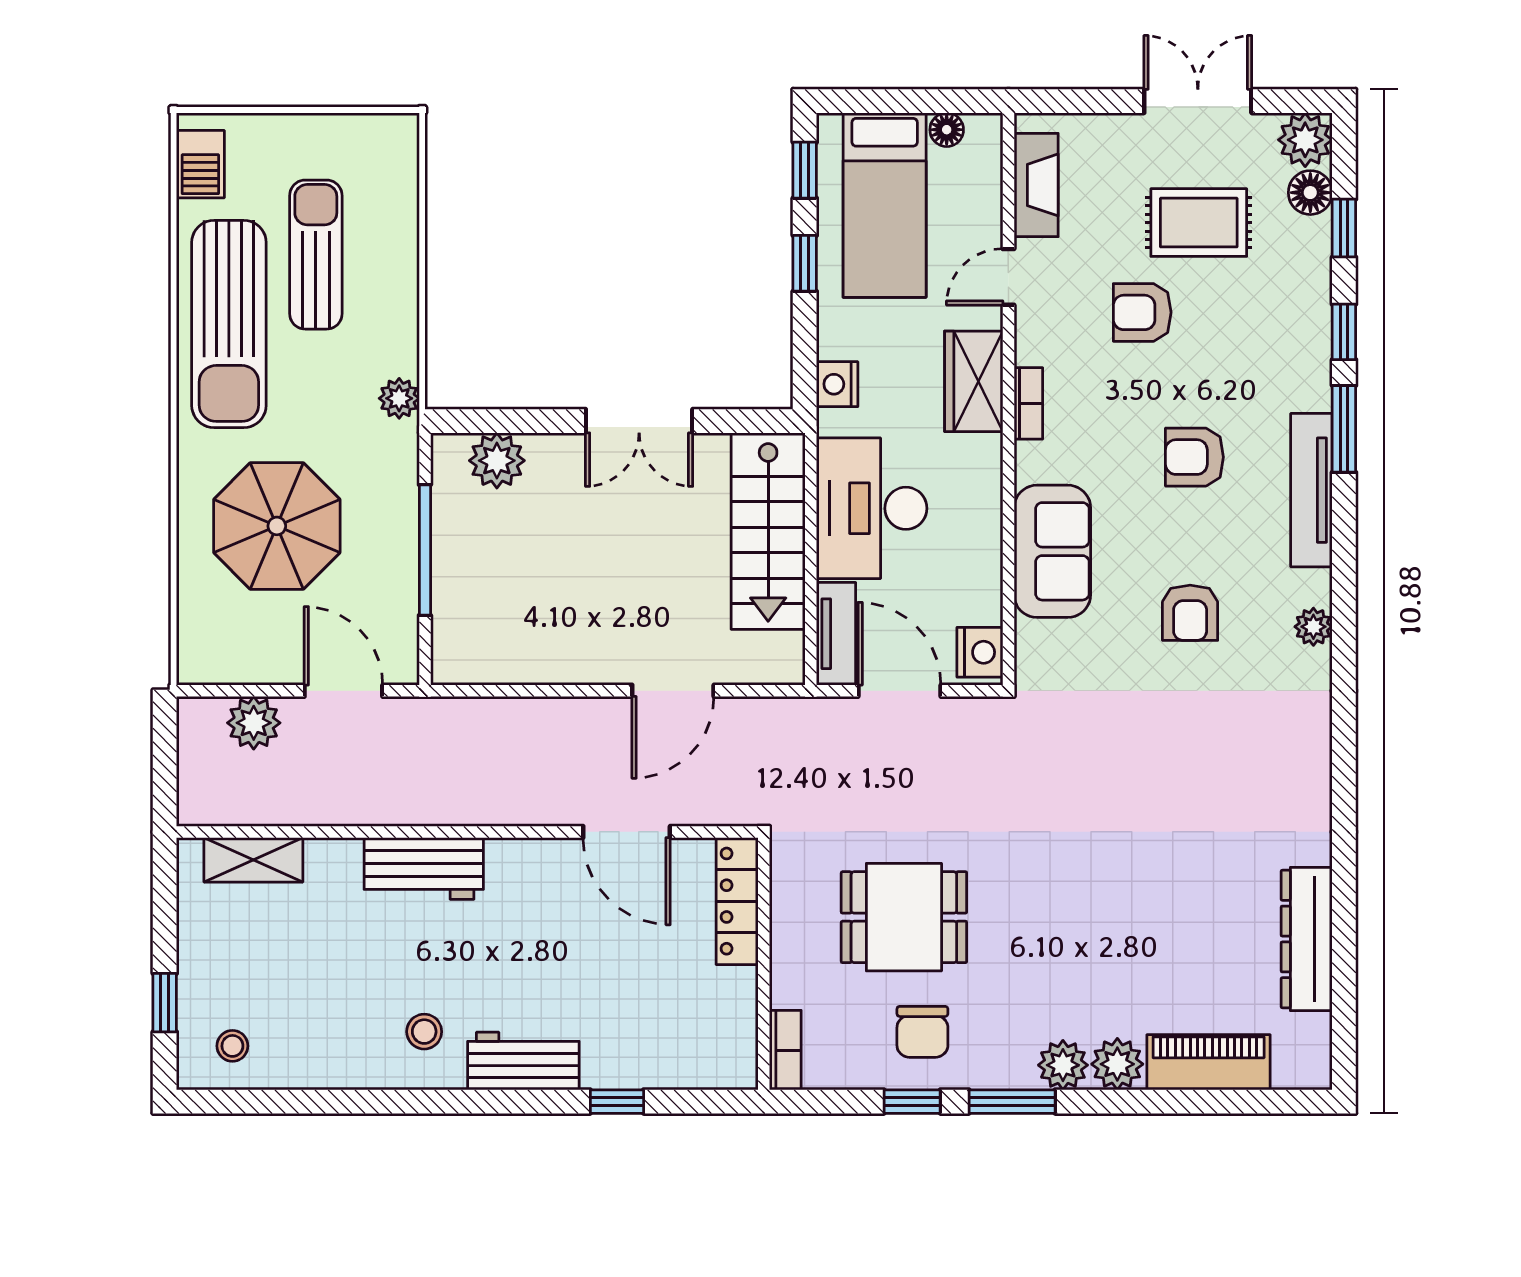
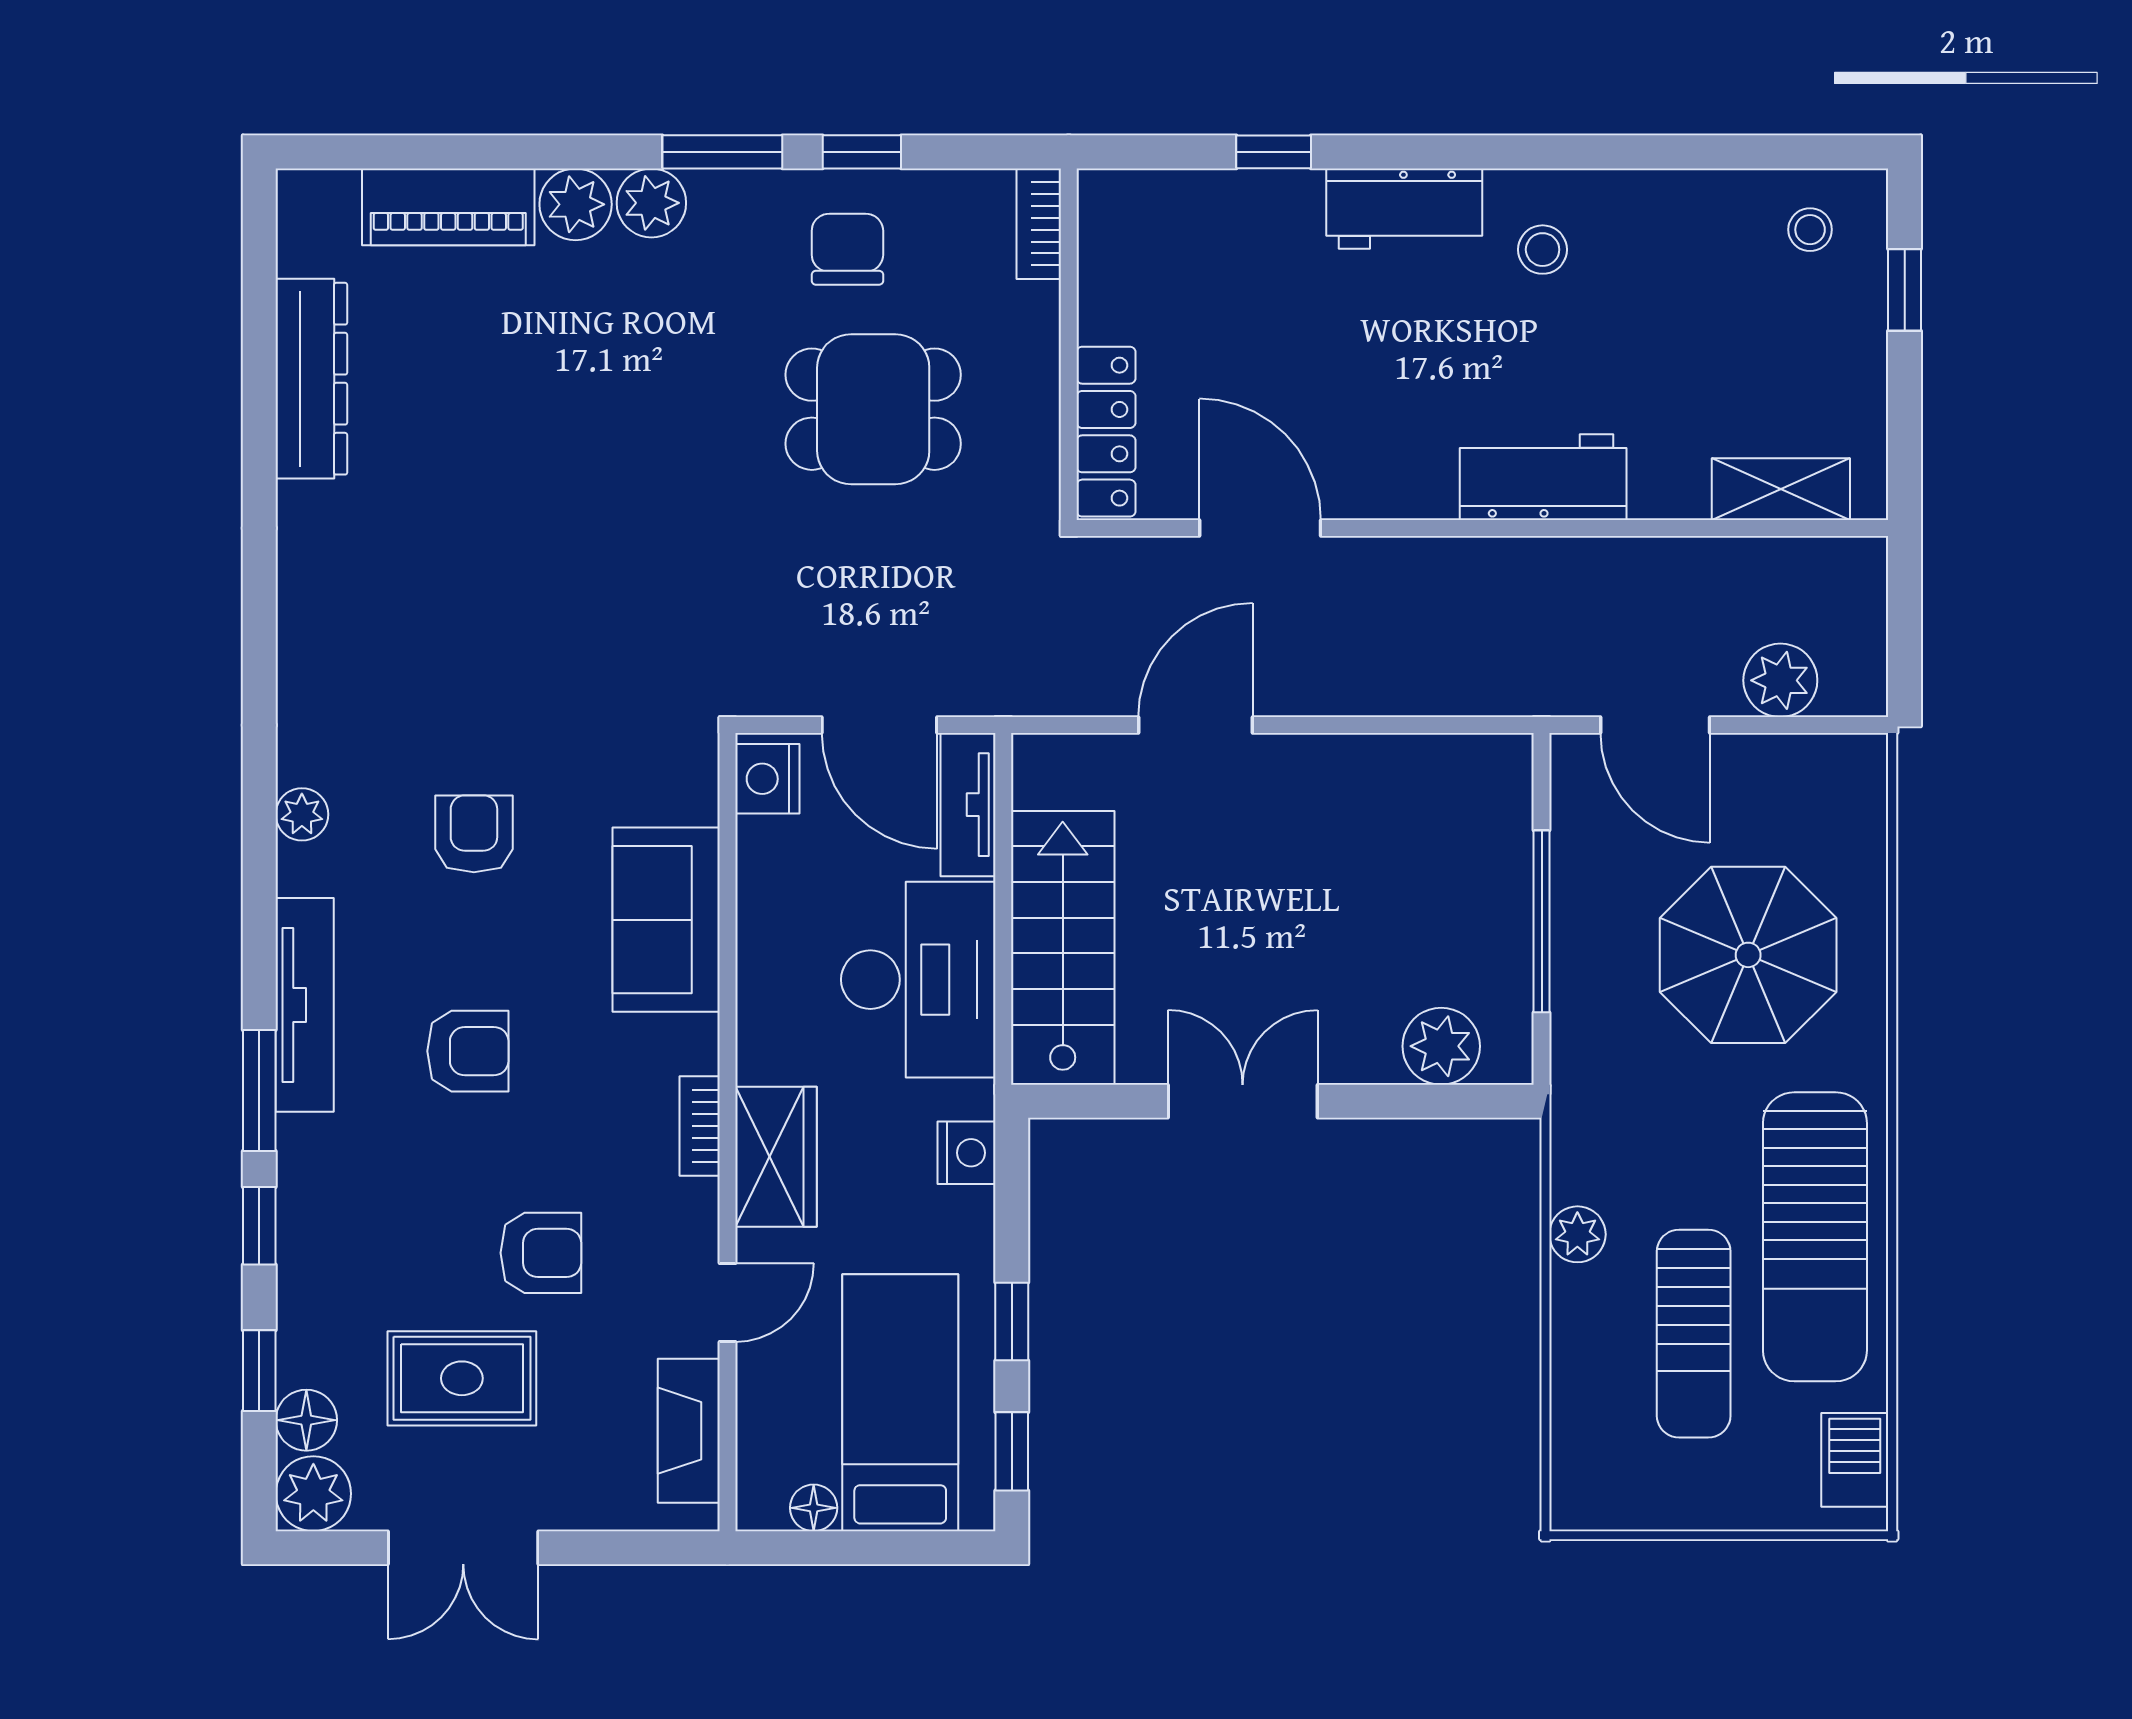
sun lounger: (229, 324) -> (1815, 1237), turned 180
plant: (399, 398) -> (1577, 1234), moved

